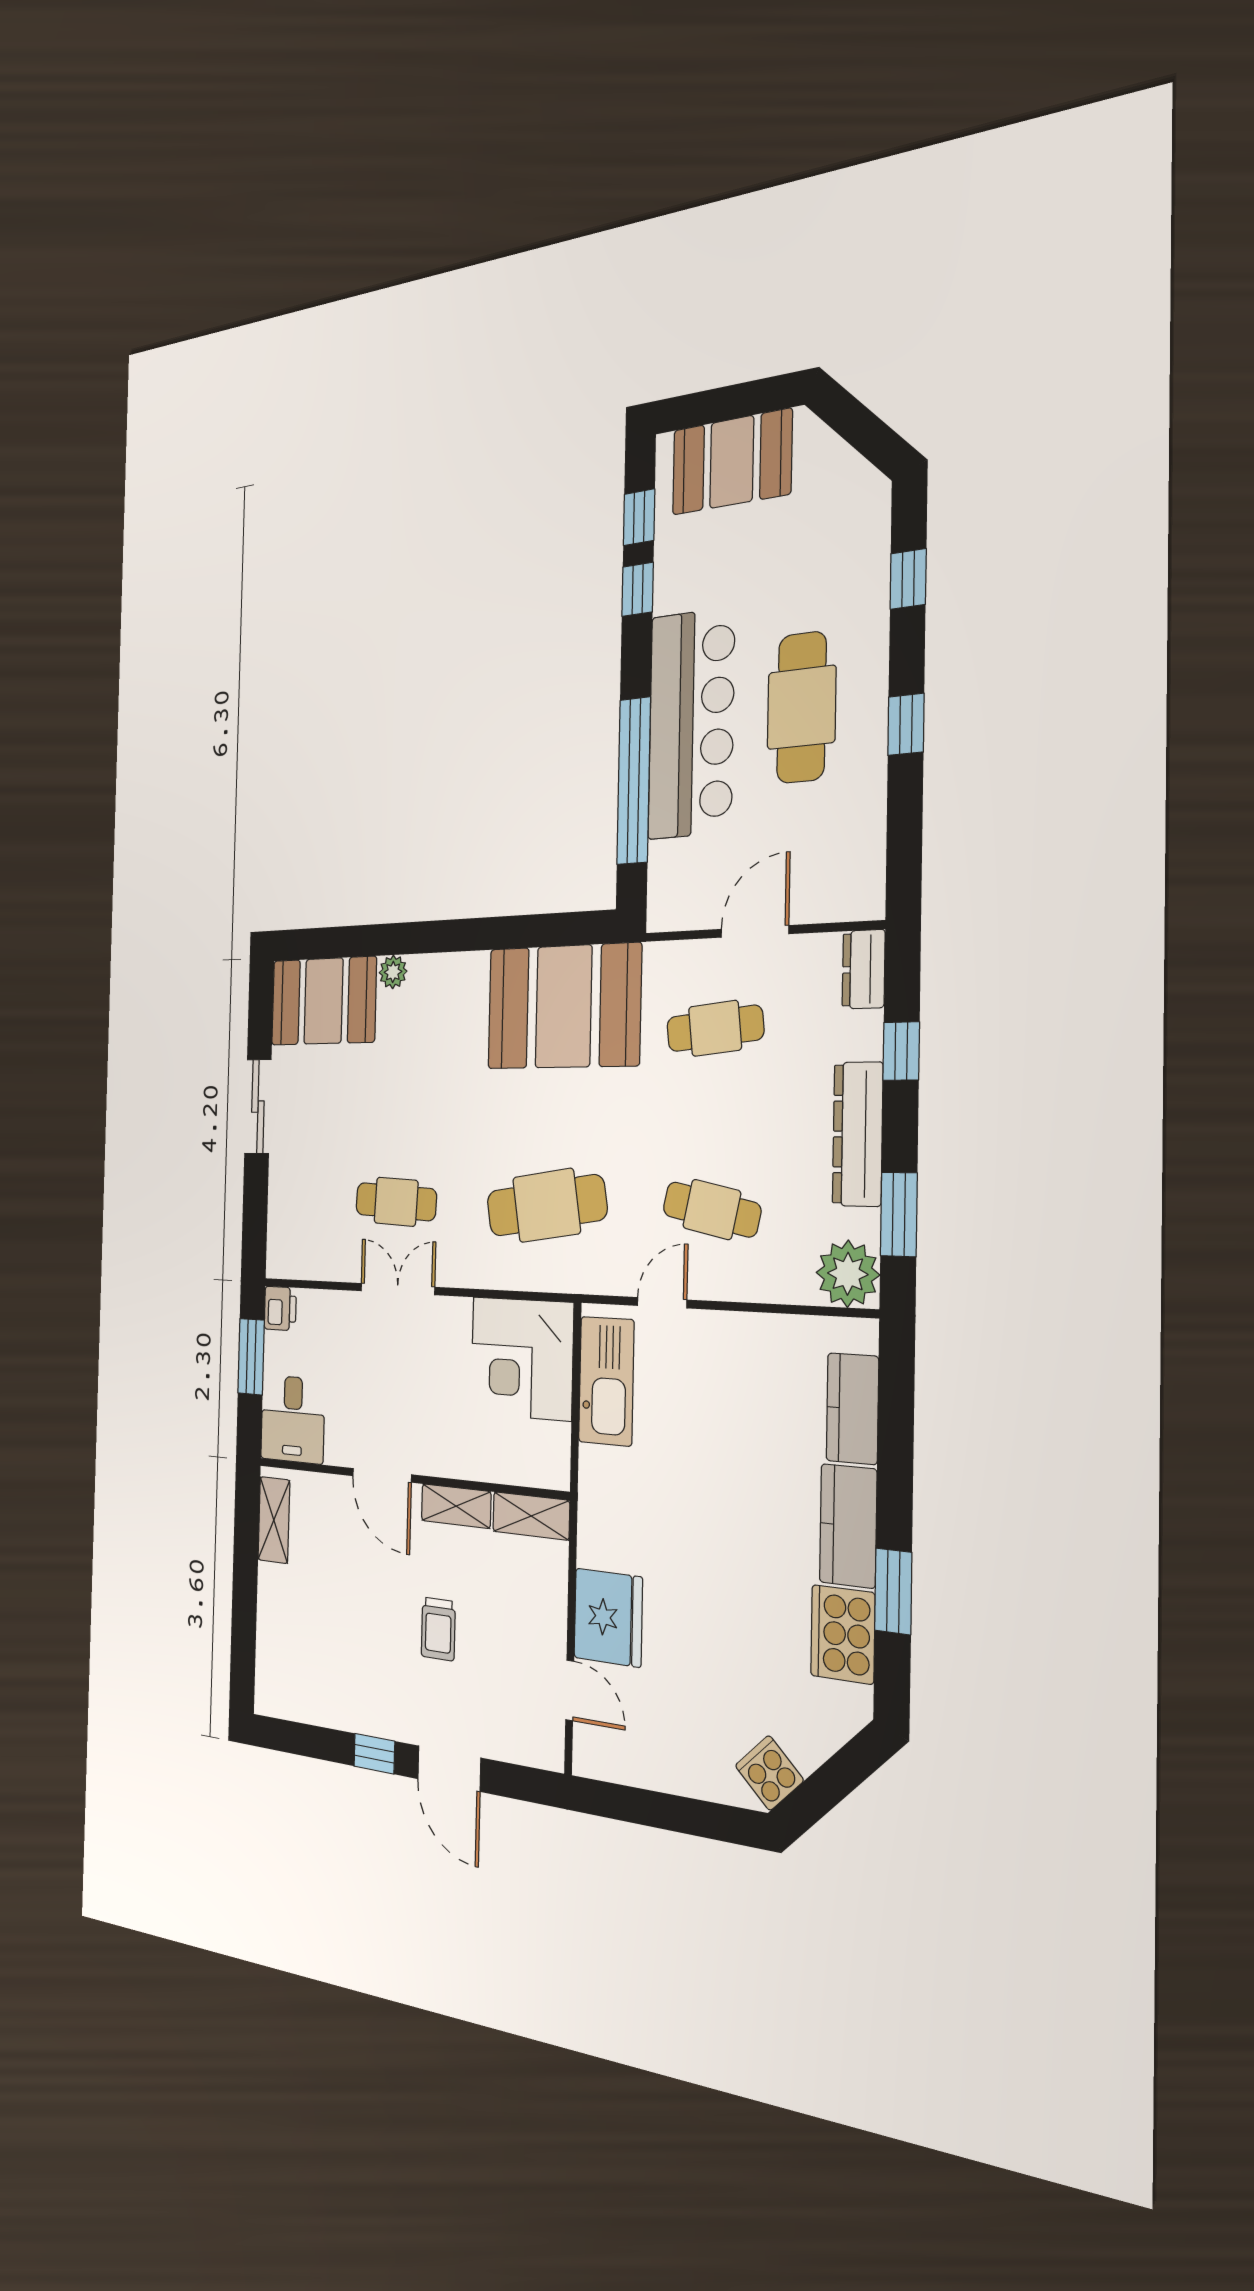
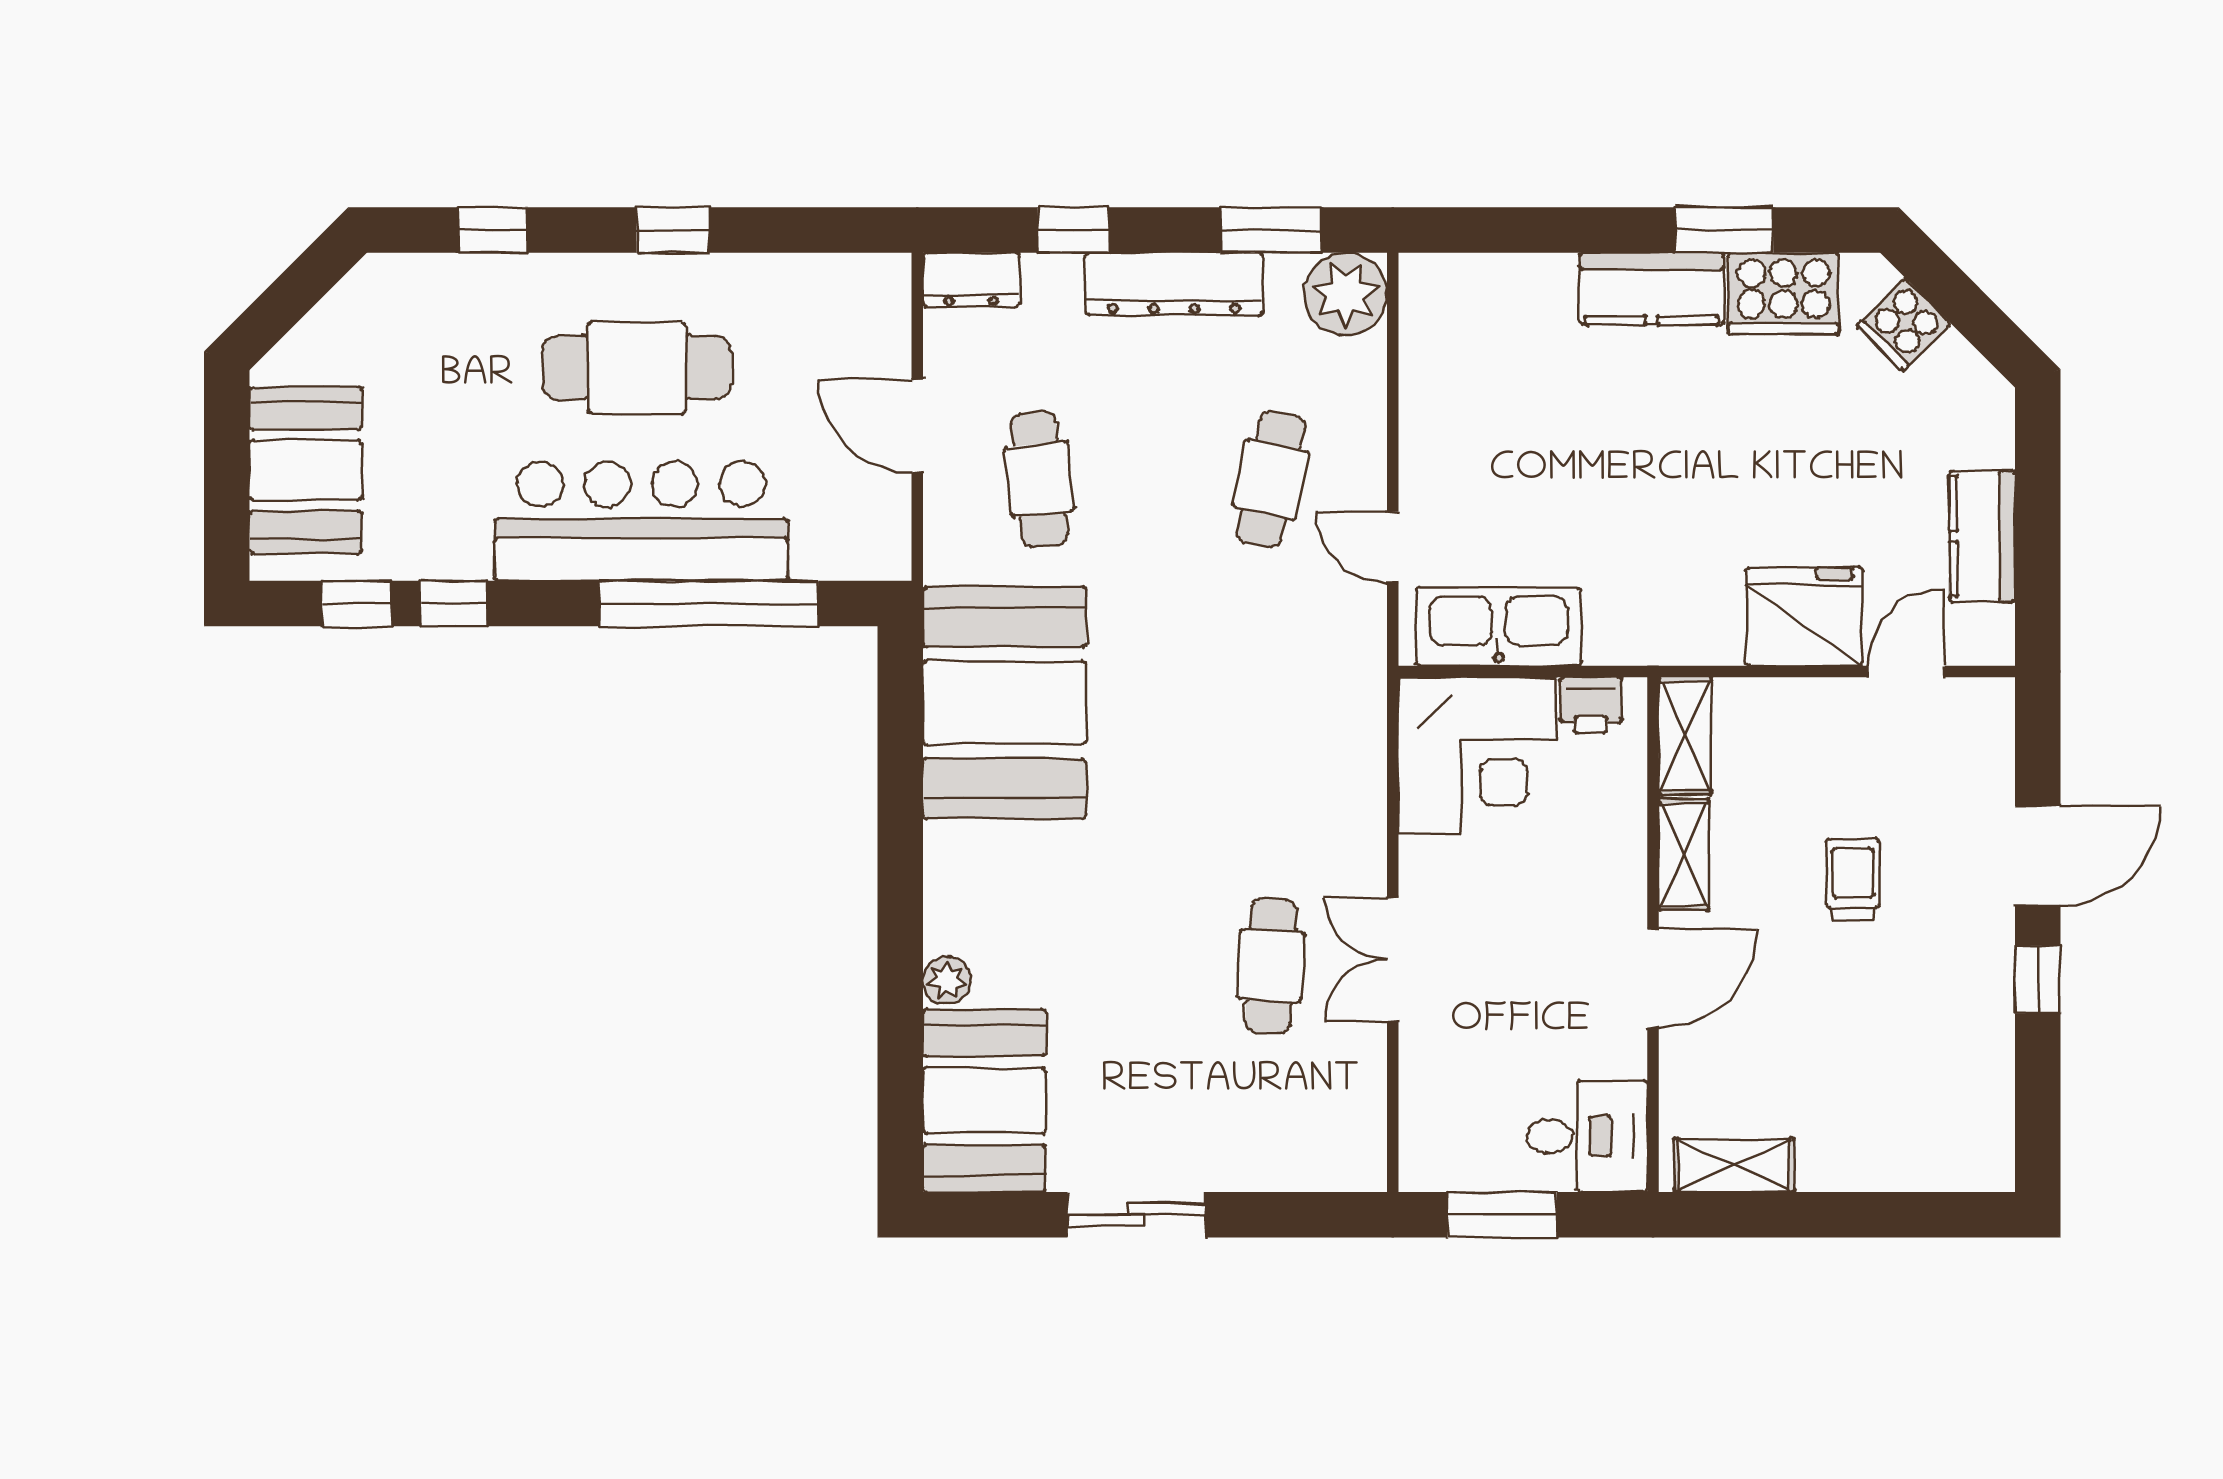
cafe table: (546, 1205) -> (1271, 722), removed
printer: (280, 1308) -> (1591, 705), moved, turned 180
kitchen counter: (852, 1409) -> (1982, 536), moved, turned 90
trolley: (438, 1629) -> (1853, 879), turned -90
cooker: (769, 1773) -> (1904, 325), moved

